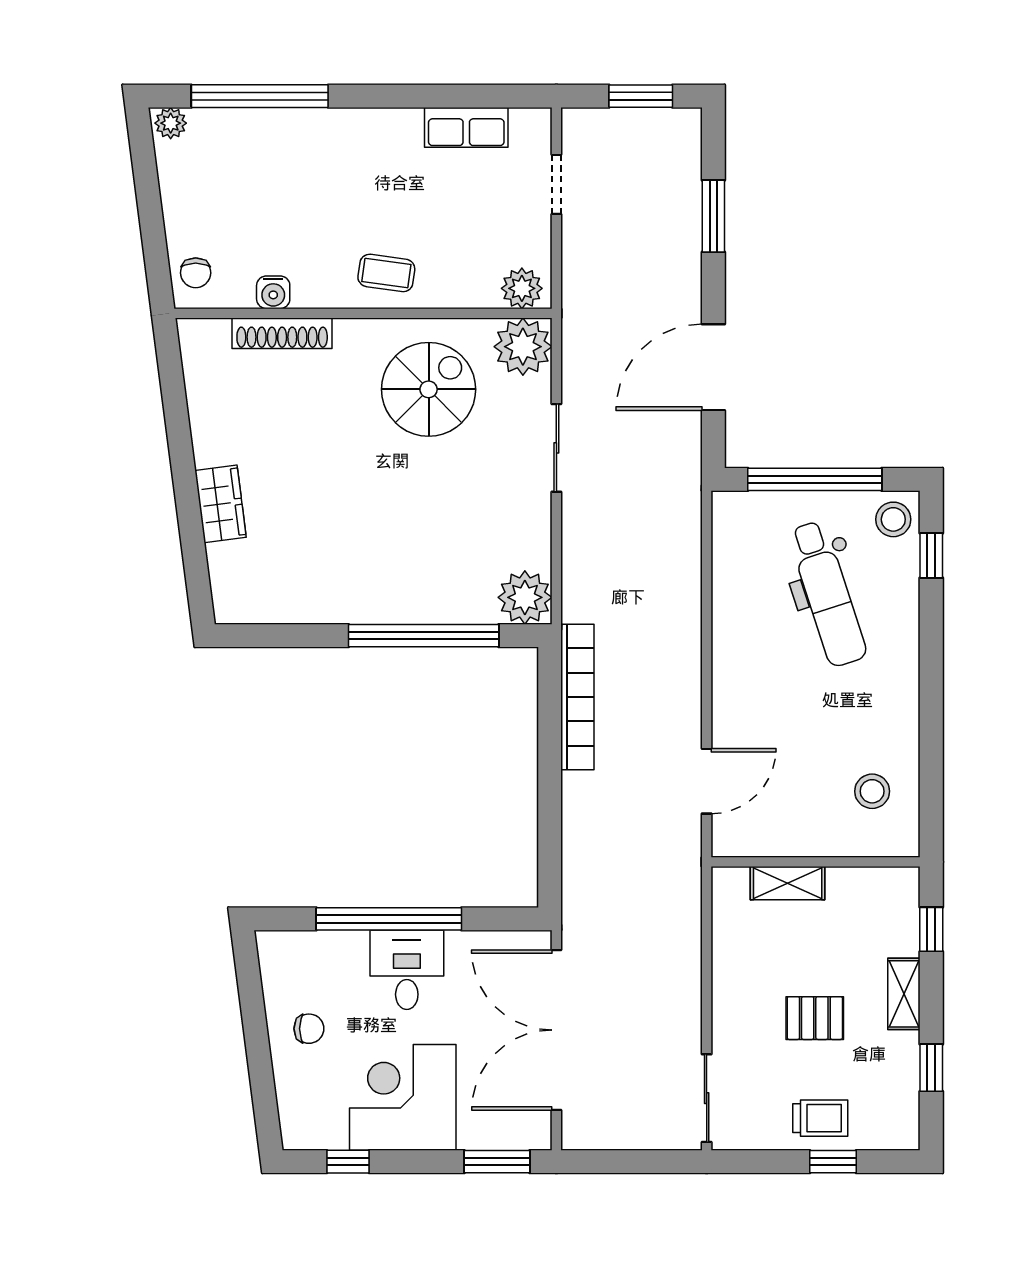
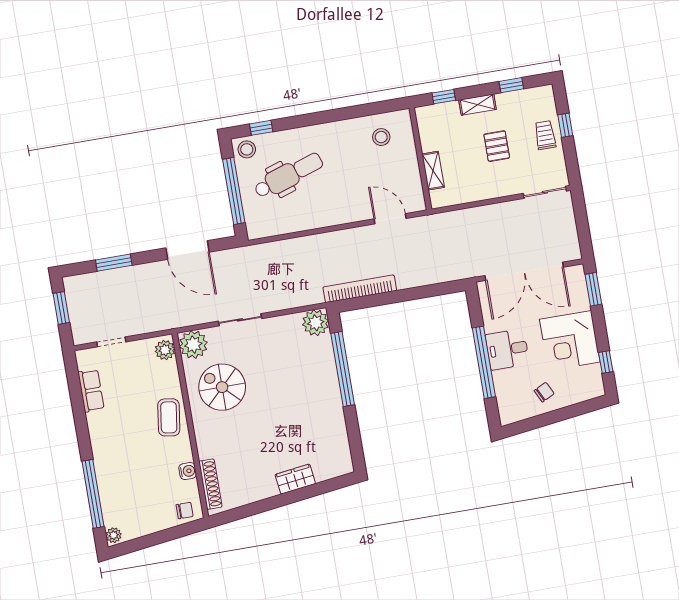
coffee table: (386, 273) -> (169, 417), width x1.36, depth x1.30
shoe rack: (282, 333) -> (210, 484), moved
chair: (309, 1029) -> (544, 392), turned 64

